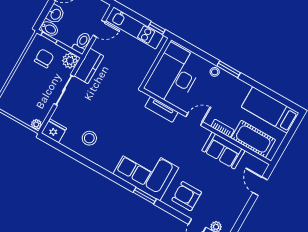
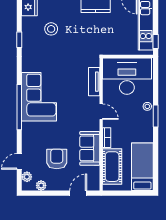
stool: (89, 138) -> (51, 29), moved
window: (80, 158) -> (19, 40), added
window: (145, 196) -> (19, 107), width x2.11
armchair: (187, 196) -> (57, 159), moved
plant: (232, 218) -> (41, 185), added

